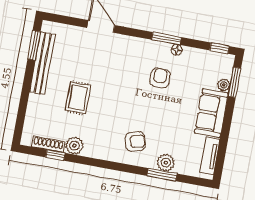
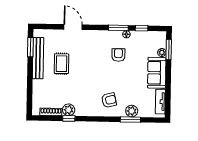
window: (219, 48) -> (142, 28), moved
rug: (78, 98) -> (61, 64), moved
window: (55, 155) -> (69, 118), moved

